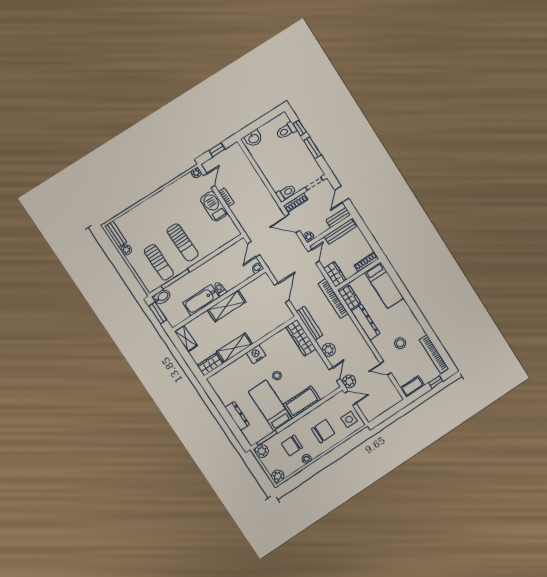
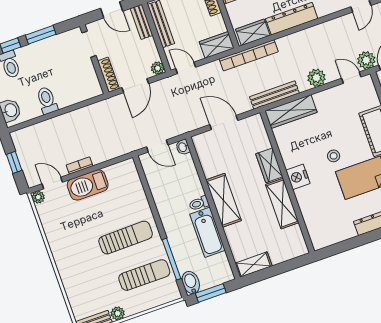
toilet: (286, 193) -> (47, 100), moved
wardrobe: (210, 364) -> (269, 165), moved

